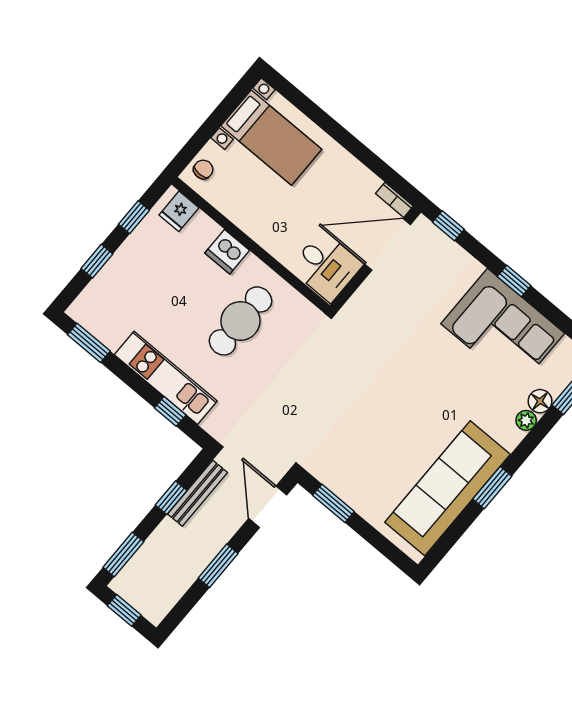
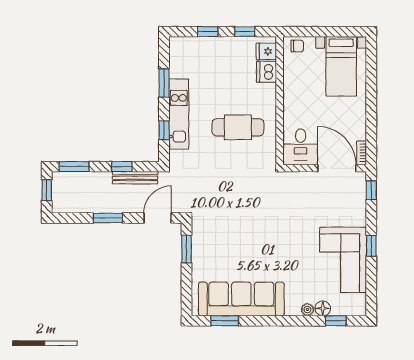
dishwasher: (227, 252) -> (267, 72), moved
window: (89, 343) -> (164, 83), moved
window: (492, 488) -> (225, 321), moved

